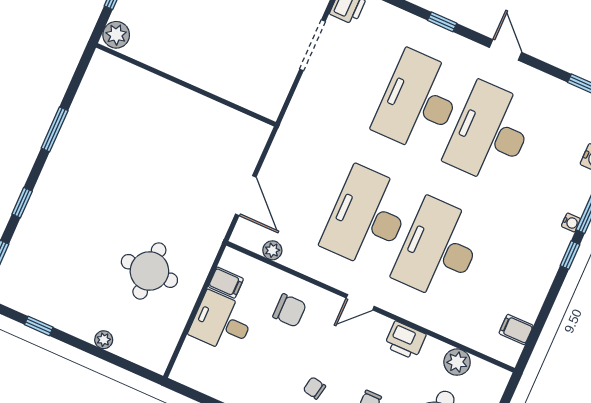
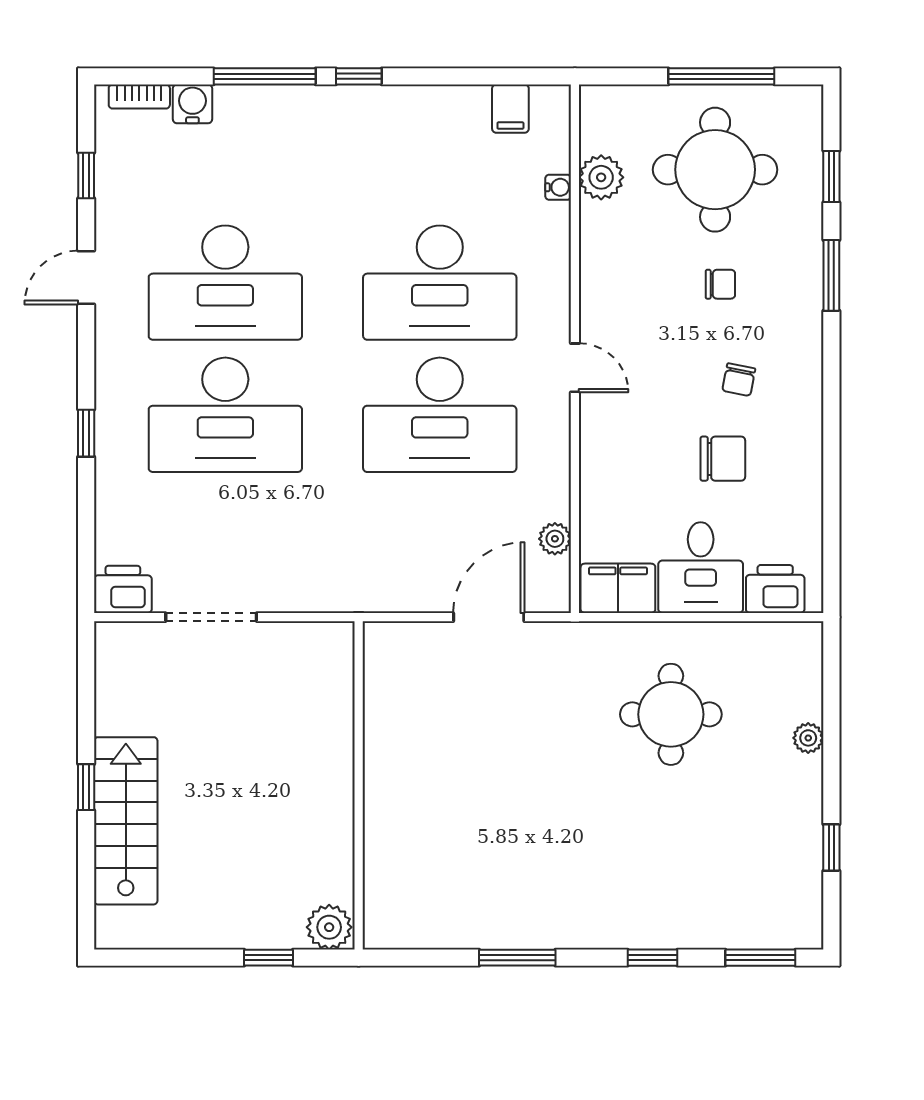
door: (506, 50) -> (86, 277), moved
water cooler: (571, 223) -> (558, 187), moved, turned 90
filing cabinet: (226, 283) -> (618, 588), width x2.00
chair: (290, 310) -> (723, 459), moved, turned 90
printer: (405, 340) -> (775, 589), moved, turned -90

